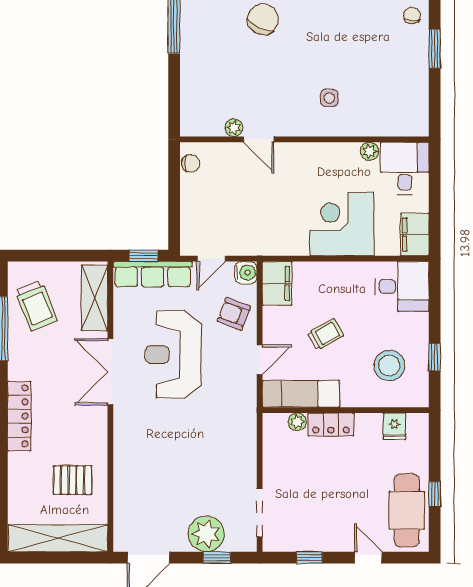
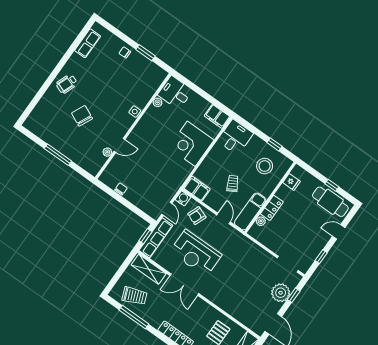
plant: (234, 128) -> (107, 152), moved
door: (258, 139) -> (119, 145), moved
wall: (304, 139) -> (133, 126), moved
plant: (370, 151) -> (157, 102), moved
desk: (405, 168) -> (175, 93), moved

